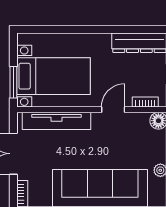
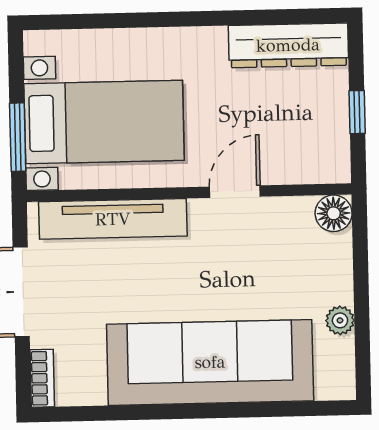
bookcase: (145, 102) -> (304, 173), removed

